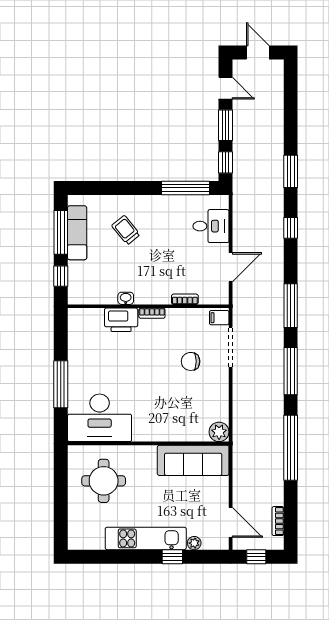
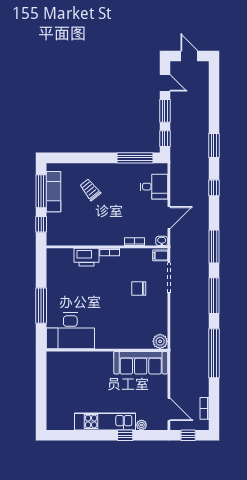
washbasin: (126, 298) -> (162, 241), moved
round table: (104, 481) -> (73, 378), removed

